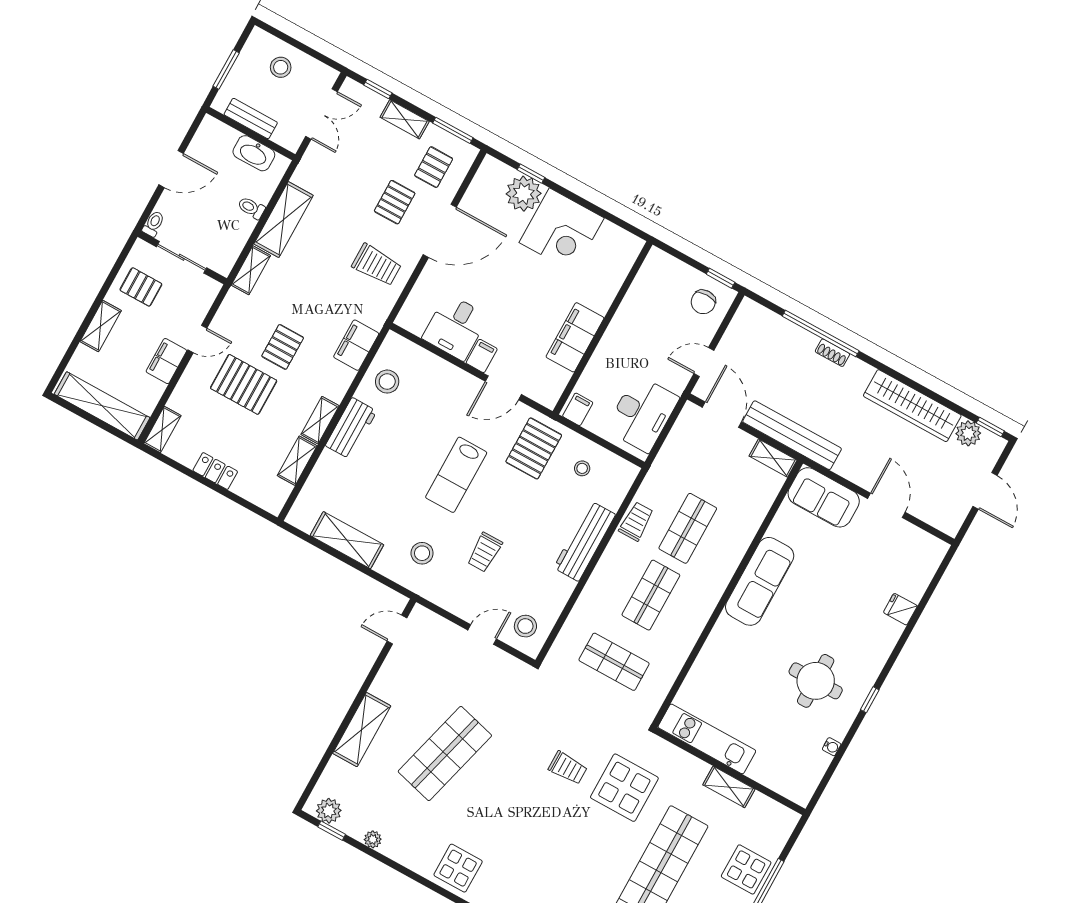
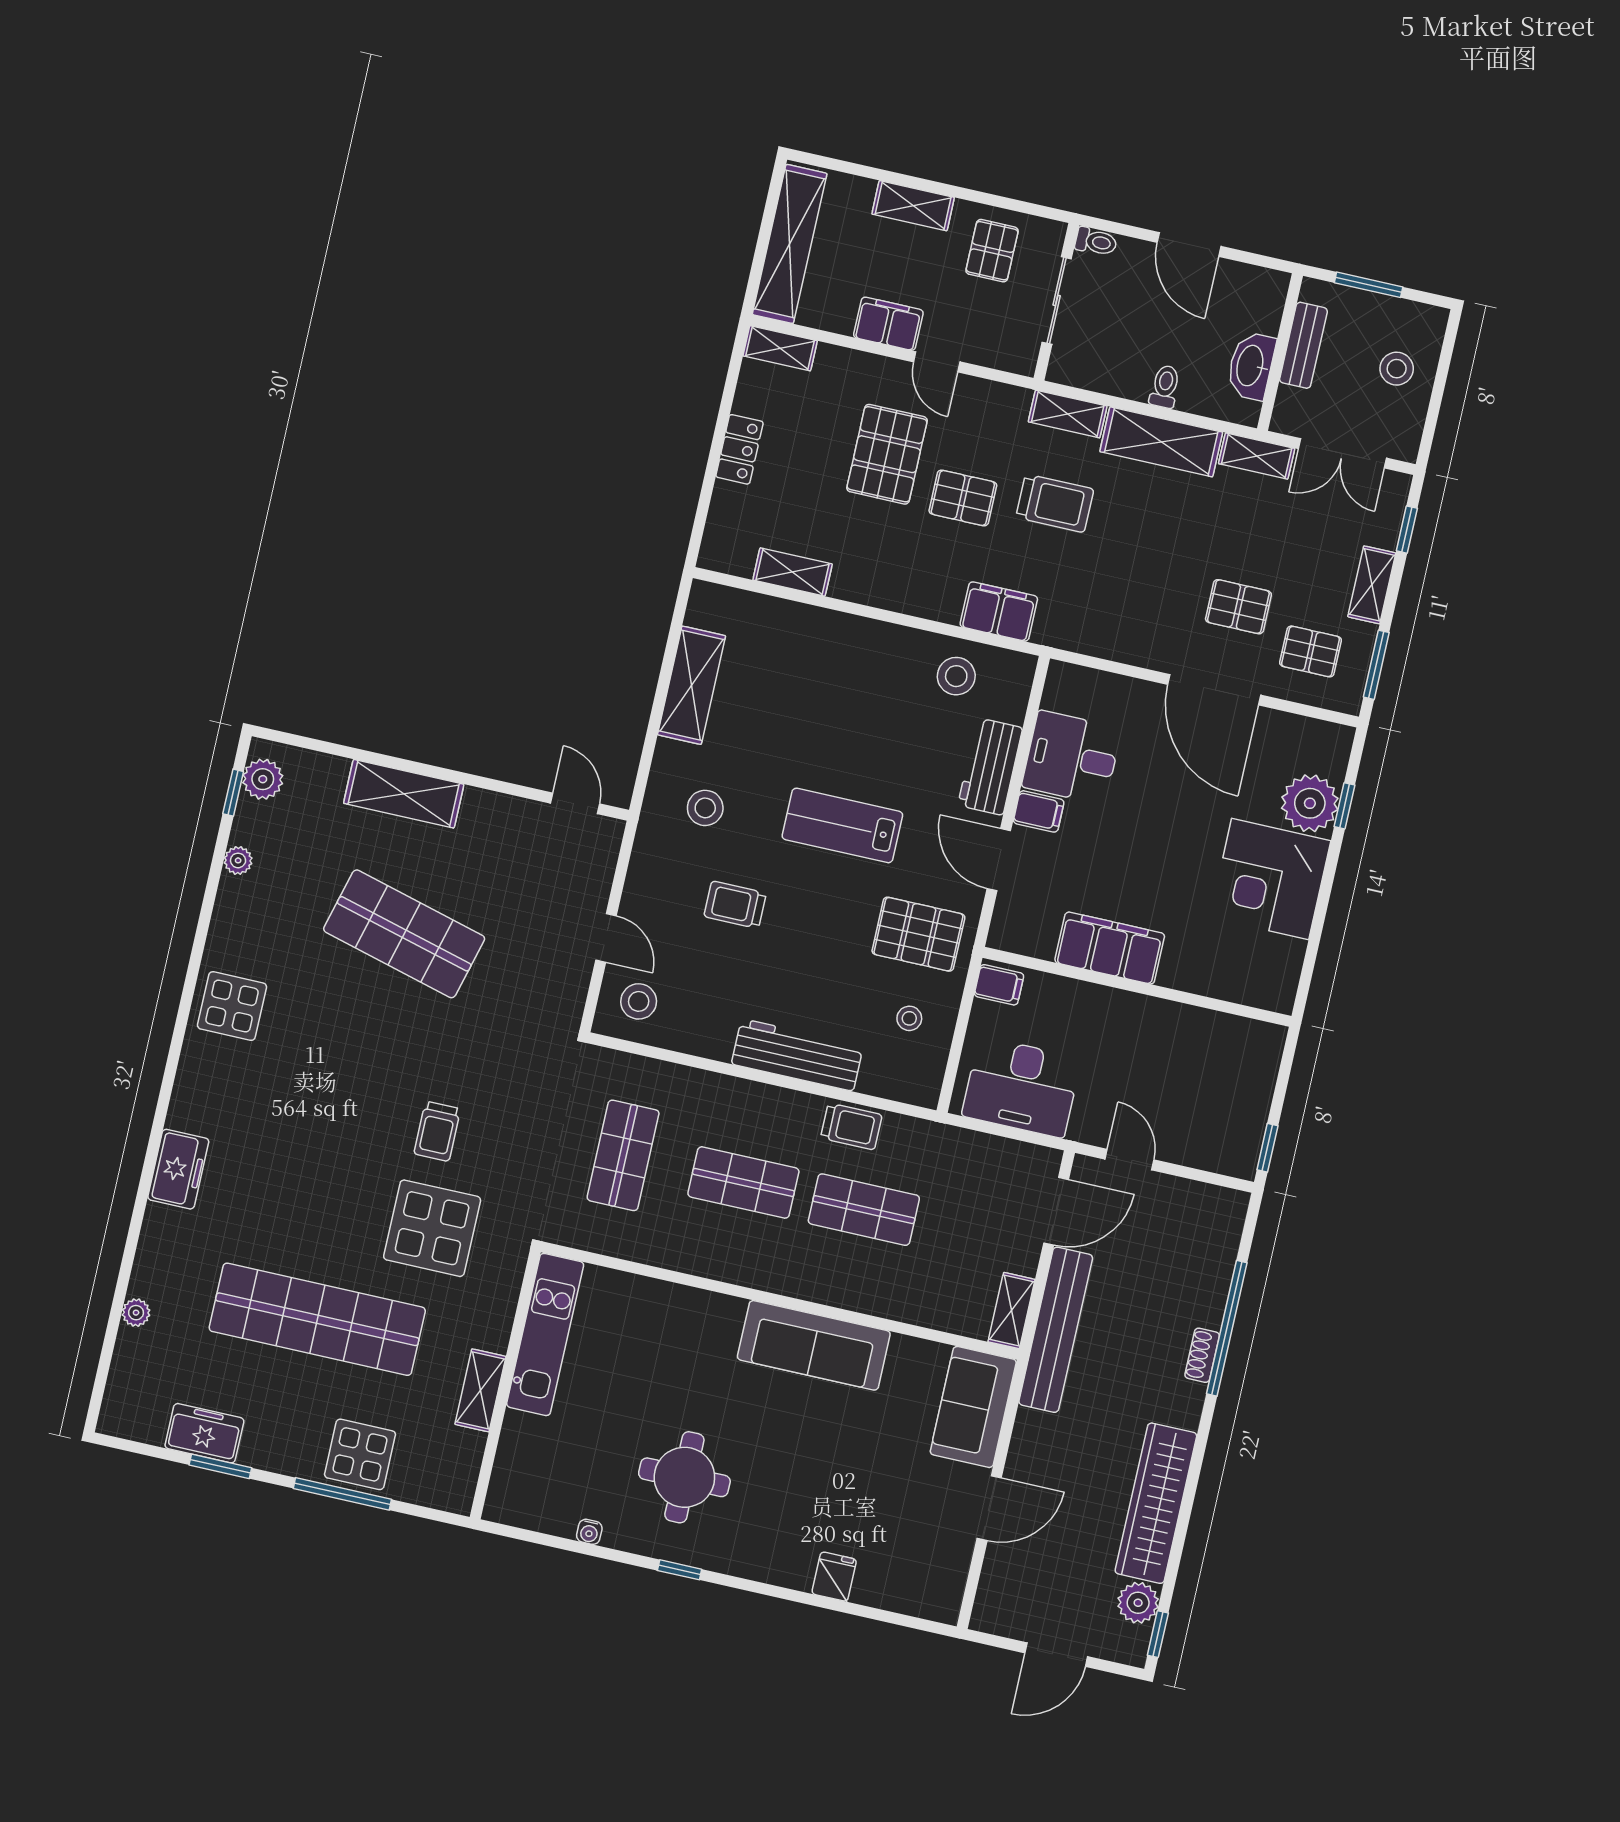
trolley: (377, 265) -> (1055, 503), moved, turned -90
chair: (703, 302) -> (1223, 1131), removed
shelving: (320, 420) -> (1257, 456), moved
workbench: (351, 428) -> (990, 767), moved, turned 90

